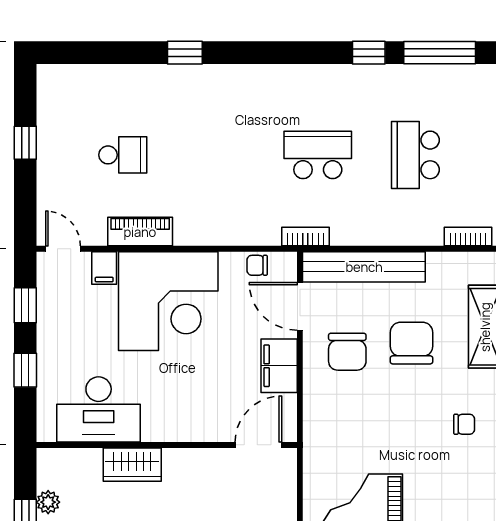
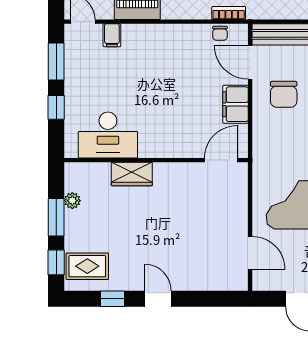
bookcase: (305, 237) -> (229, 13), moved
chair: (257, 265) -> (220, 33), turned -90
corner desk: (168, 301) -> (157, 59), removed
window: (25, 305) -> (56, 62), width x1.50

